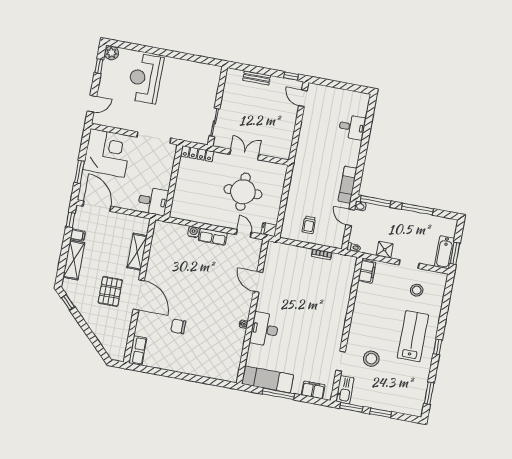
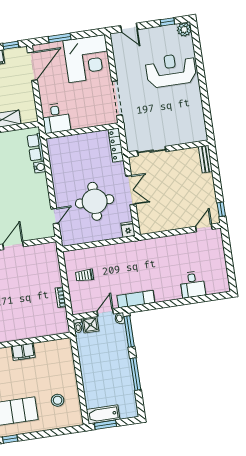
bench: (257, 78) -> (205, 159), moved
fridge: (269, 230) -> (128, 229), moved
row of seats: (213, 237) -> (36, 147), moved
shower: (385, 250) -> (90, 325), moved
doorway: (409, 264) -> (80, 384), removed
filing cabinet: (367, 271) -> (23, 352), moved

